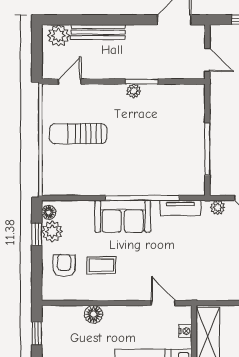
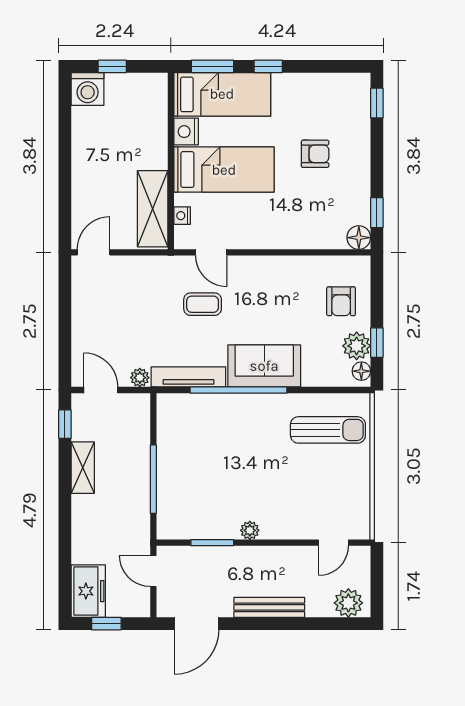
bench: (98, 32) -> (269, 607), moved
window: (142, 81) -> (212, 543), moved
sun lounger: (78, 134) -> (328, 430), moved
window: (207, 149) -> (153, 479), moved
tv unit: (180, 208) -> (188, 377), width x1.41
coffee table: (101, 265) -> (203, 304), moved
floor lamp: (93, 314) -> (359, 238), moved

